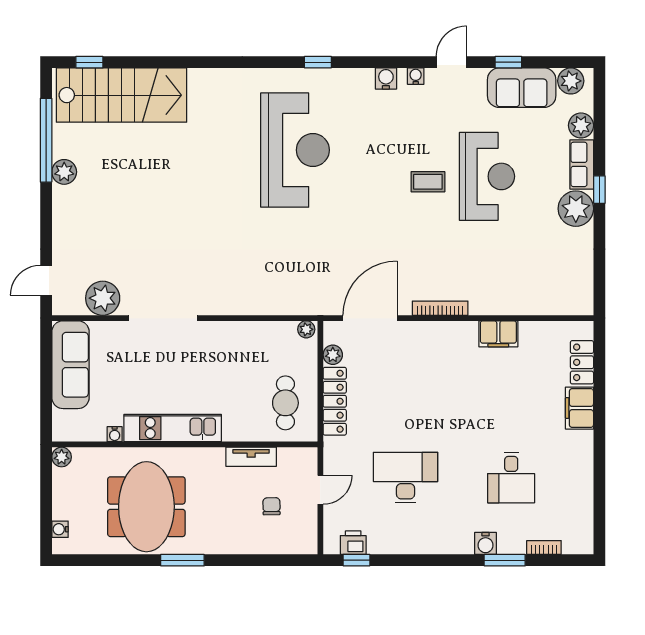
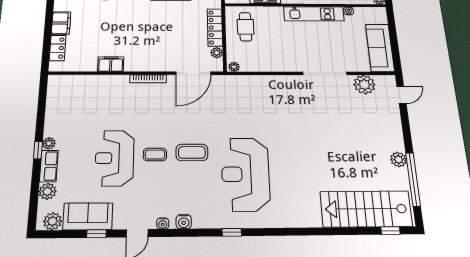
coffee table: (373, 185) -> (192, 152), added
plant: (576, 209) -> (49, 143), width x0.53, depth x0.53

